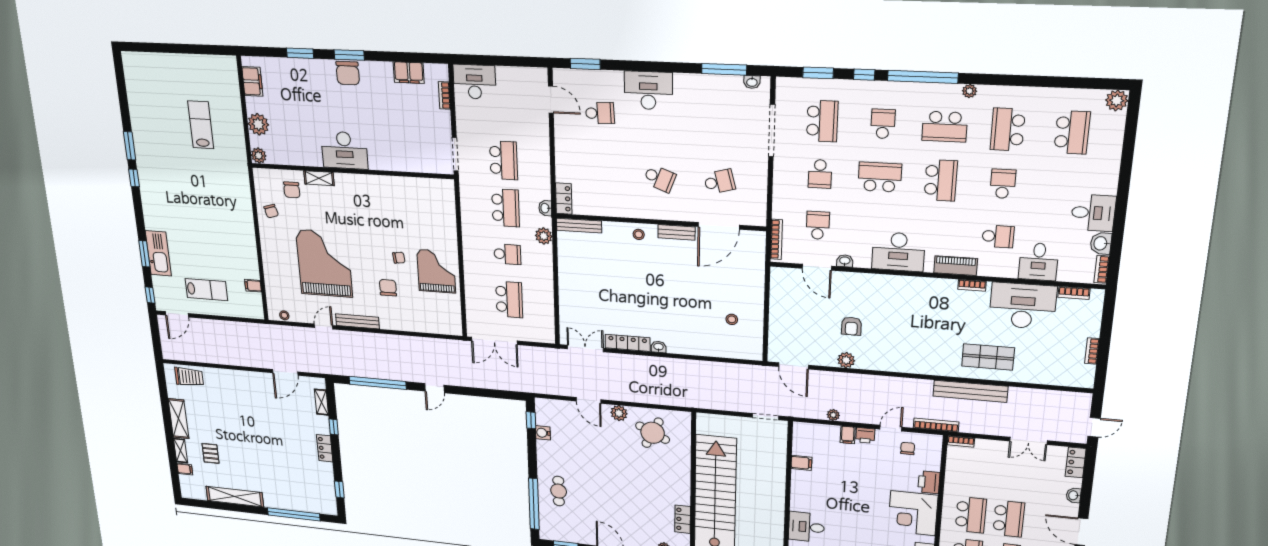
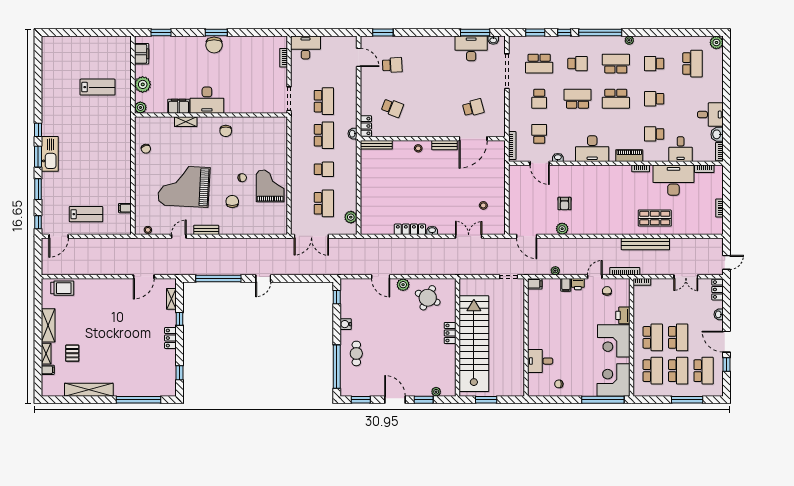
window: (300, 53) -> (161, 32), moved
filing cabinet: (409, 73) -> (179, 106), moved, turned 180
desk: (648, 90) -> (471, 48), moved
school desk: (822, 121) -> (539, 64), turned 90
school desk: (883, 124) -> (577, 64), turned 90
lab bench: (201, 125) -> (98, 87), turned 90
school desk: (945, 127) -> (616, 64), turned 180
school desk: (1008, 129) -> (654, 64), width x0.54
window: (130, 146) -> (38, 157), moved
school desk: (660, 178) -> (392, 108), moved
school desk: (941, 180) -> (616, 99), turned 90
school desk: (1003, 184) -> (654, 99), turned -90
chair: (292, 190) -> (226, 131), moved
plant: (544, 236) -> (351, 217), moved
school desk: (998, 236) -> (654, 134), turned 180
kitchen sink: (158, 253) -> (50, 154), moved
grand piano: (324, 263) -> (184, 186), turned -87
bench: (357, 321) -> (206, 230), width x0.73
double door: (585, 348) -> (469, 236), moved
water cooler: (543, 433) -> (346, 324), moved
filing cabinet: (801, 463) -> (535, 284), moved
locker: (683, 519) -> (450, 333), moved

